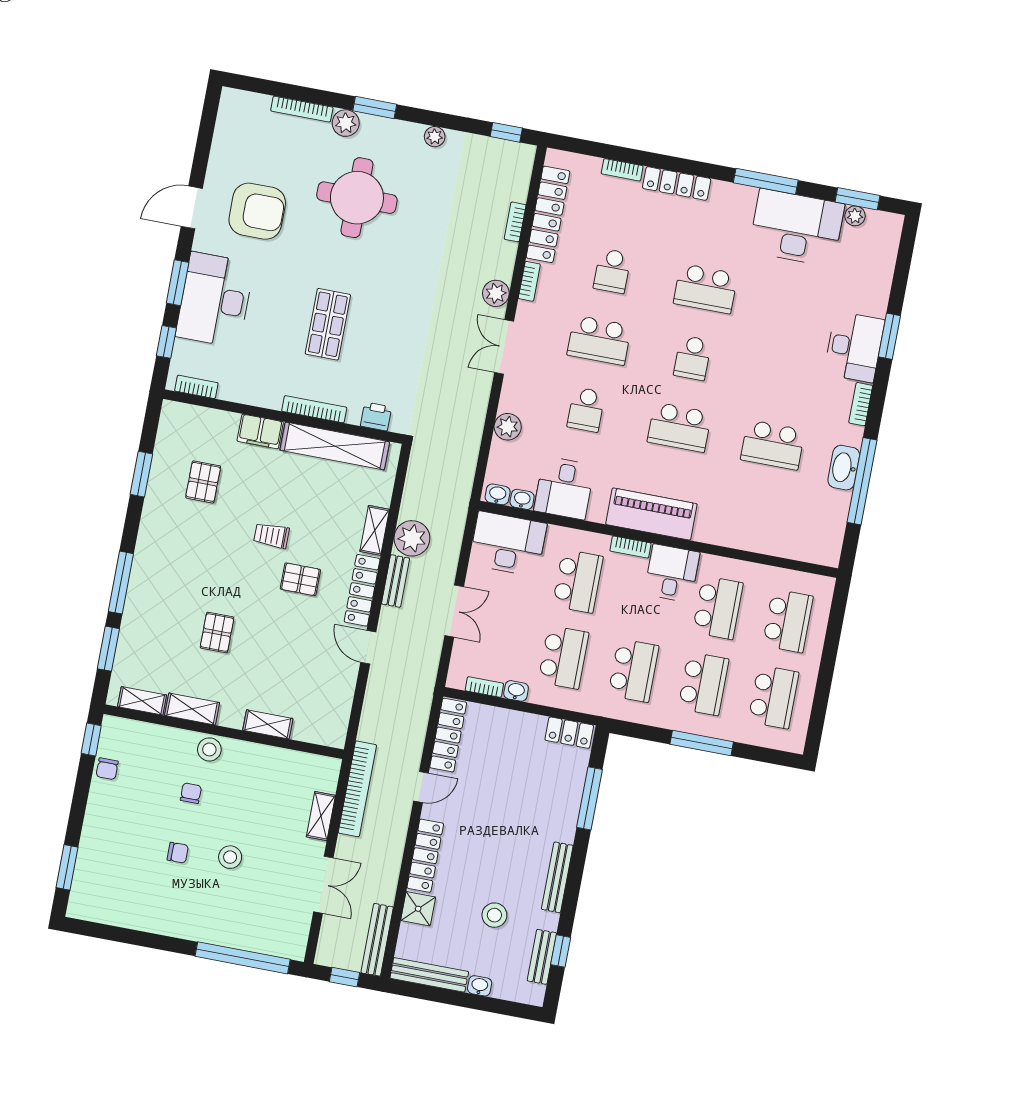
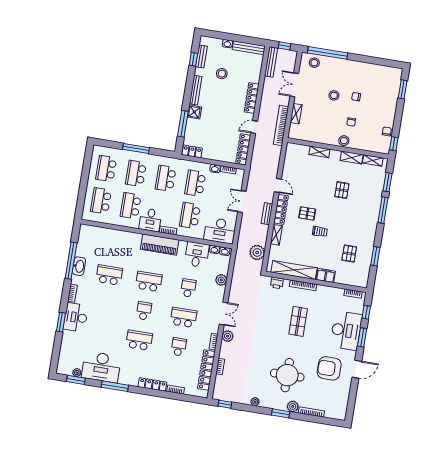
plant: (412, 538) -> (257, 252), moved
shower: (418, 909) -> (194, 112), moved
stool: (275, 936) -> (314, 63), added

